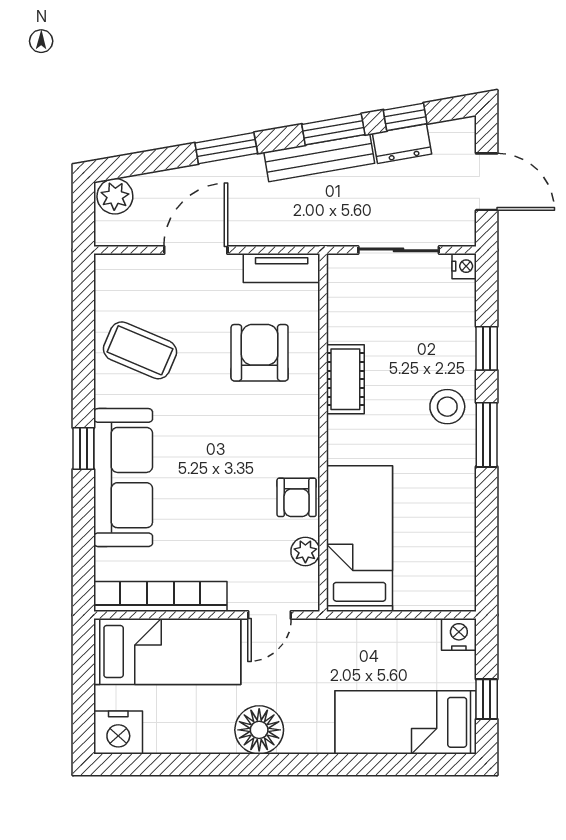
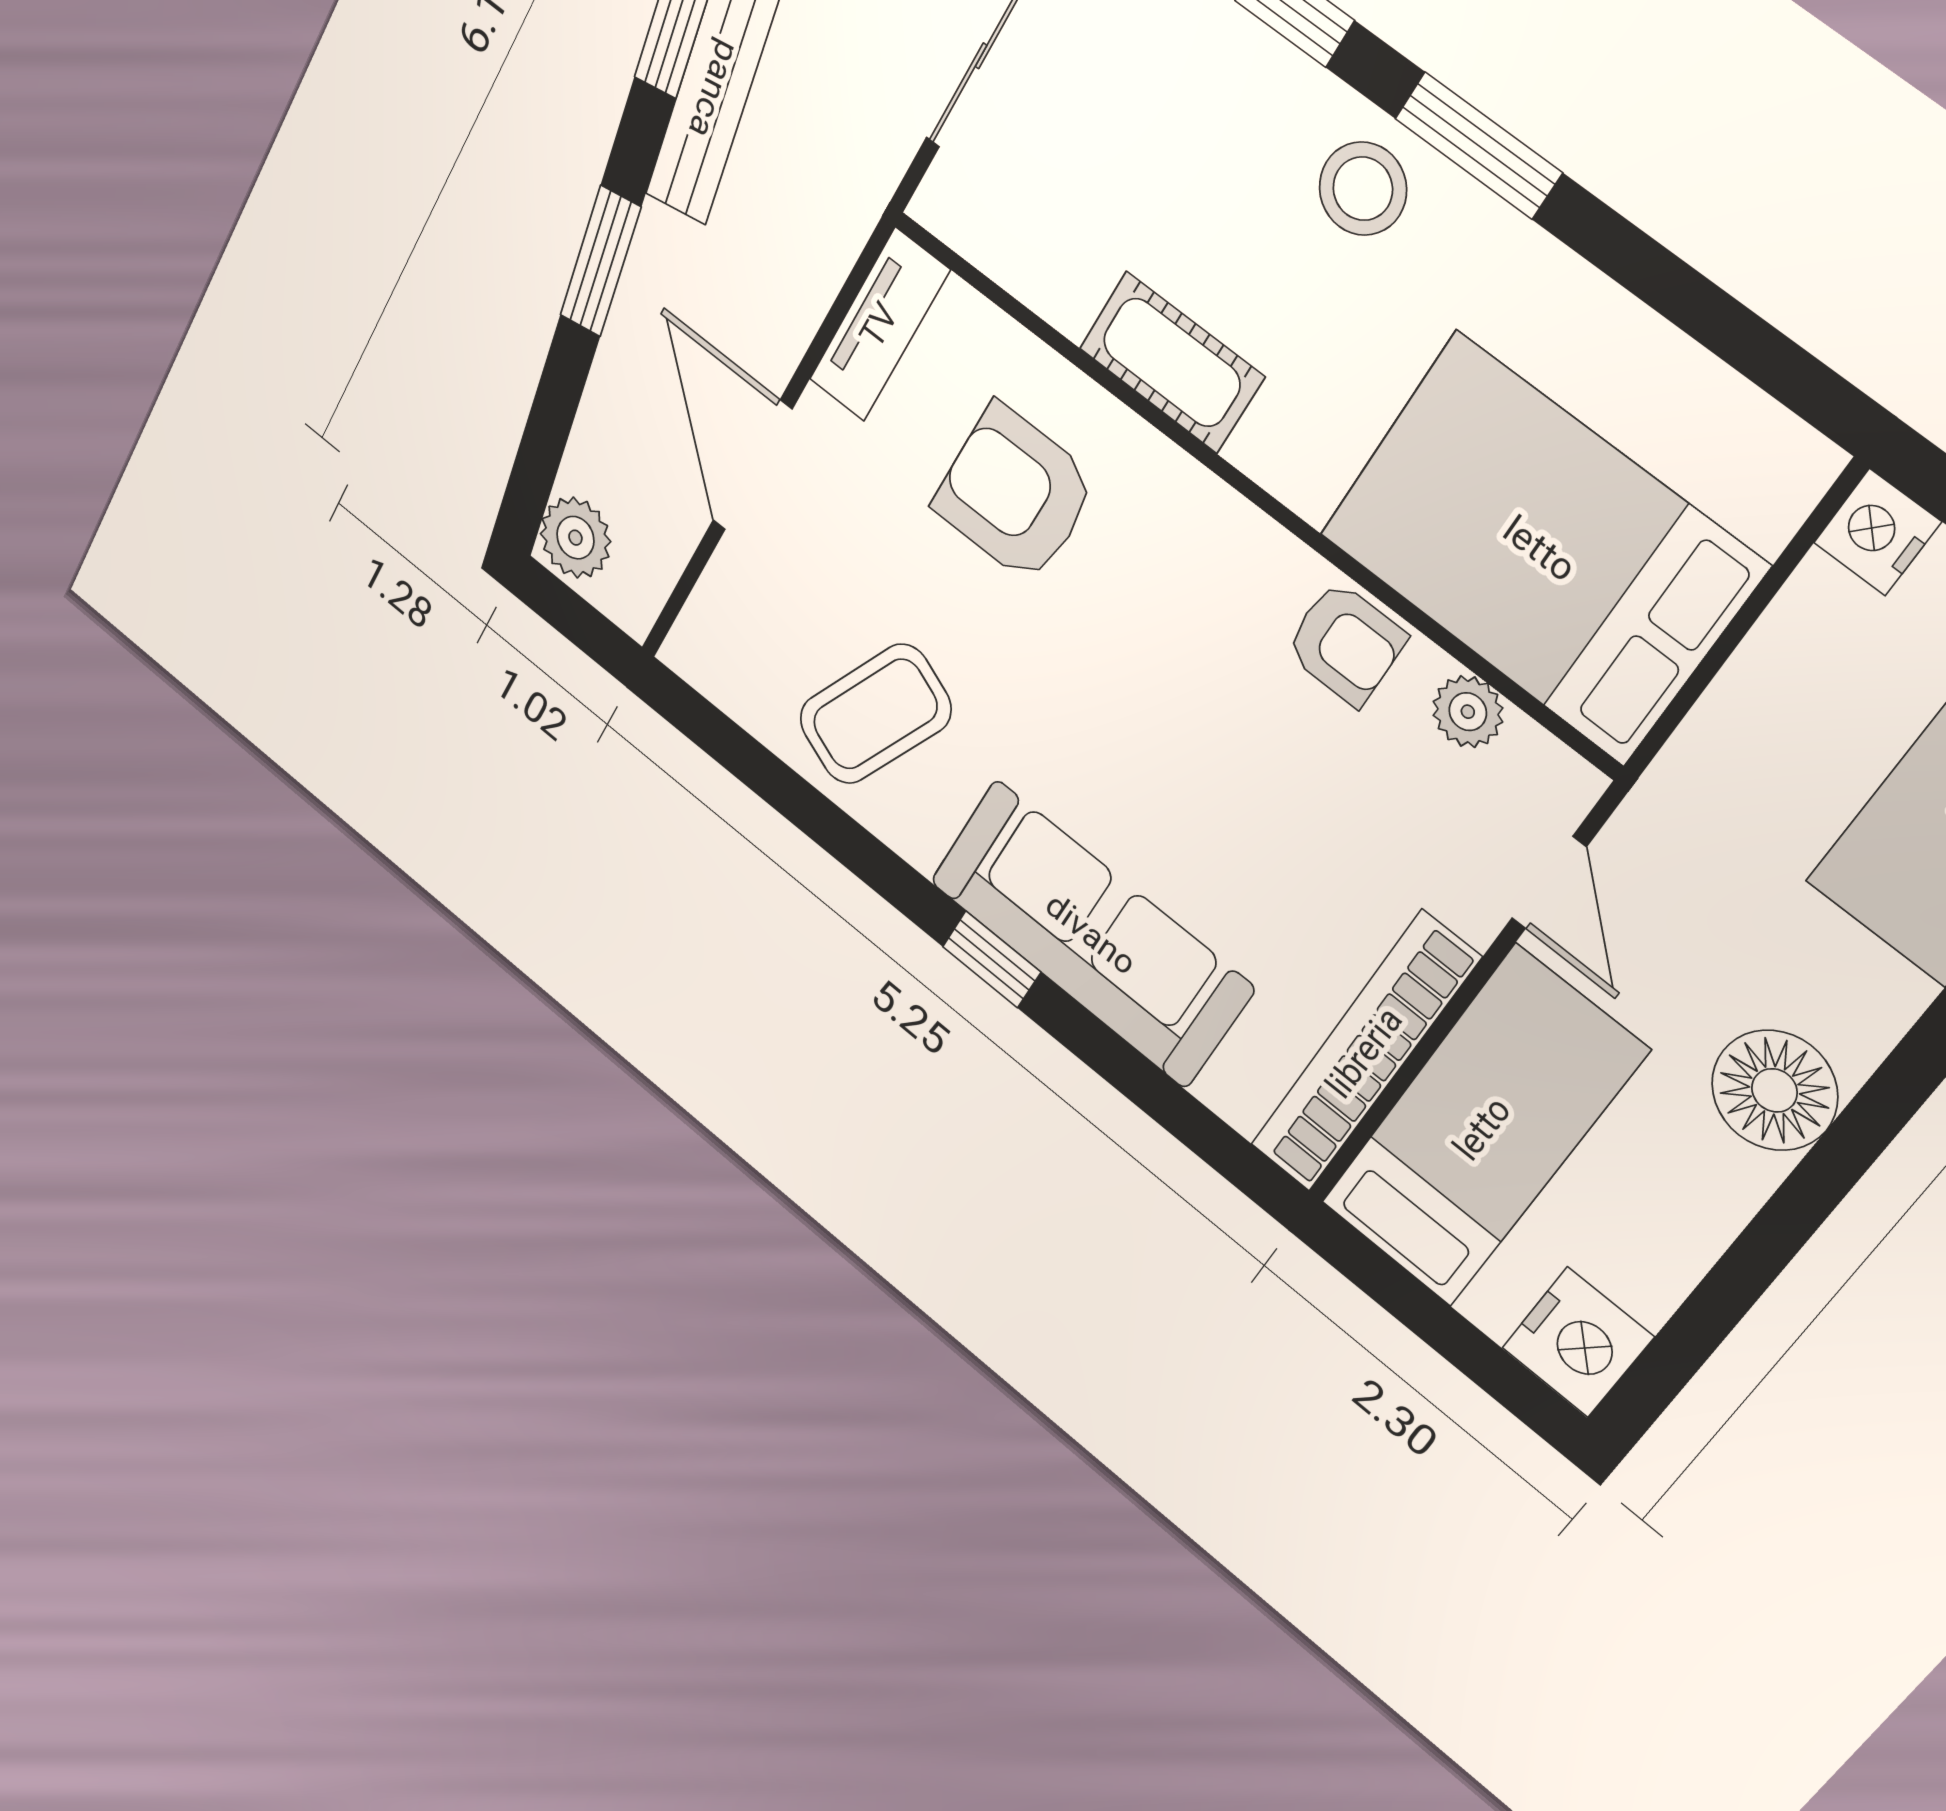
bed: (360, 539) -> (1540, 549), width x1.50

